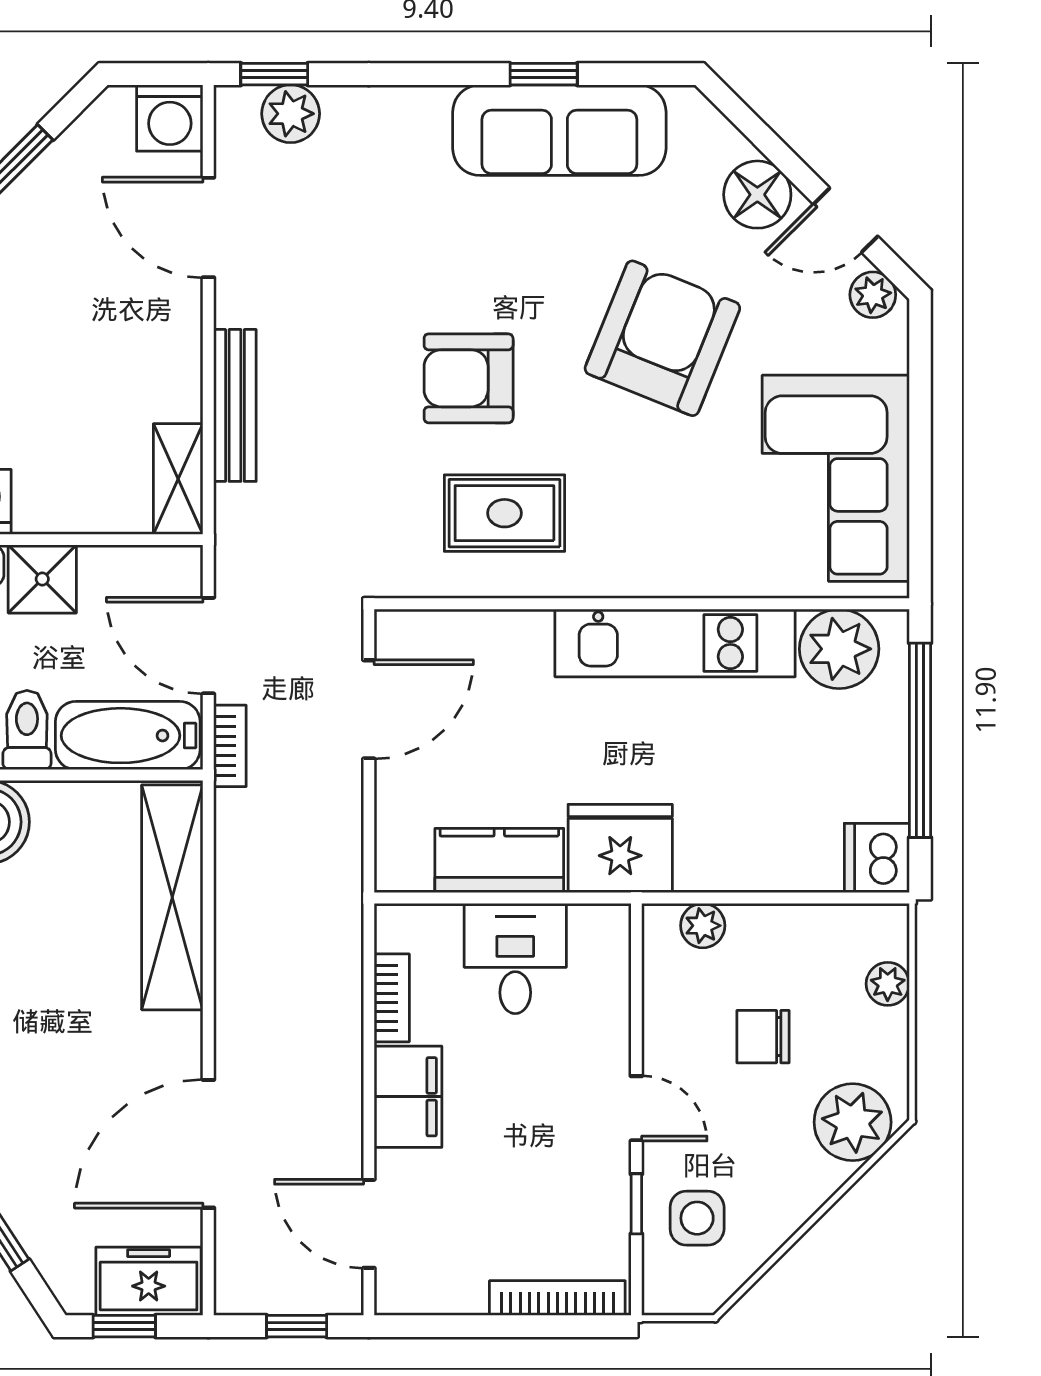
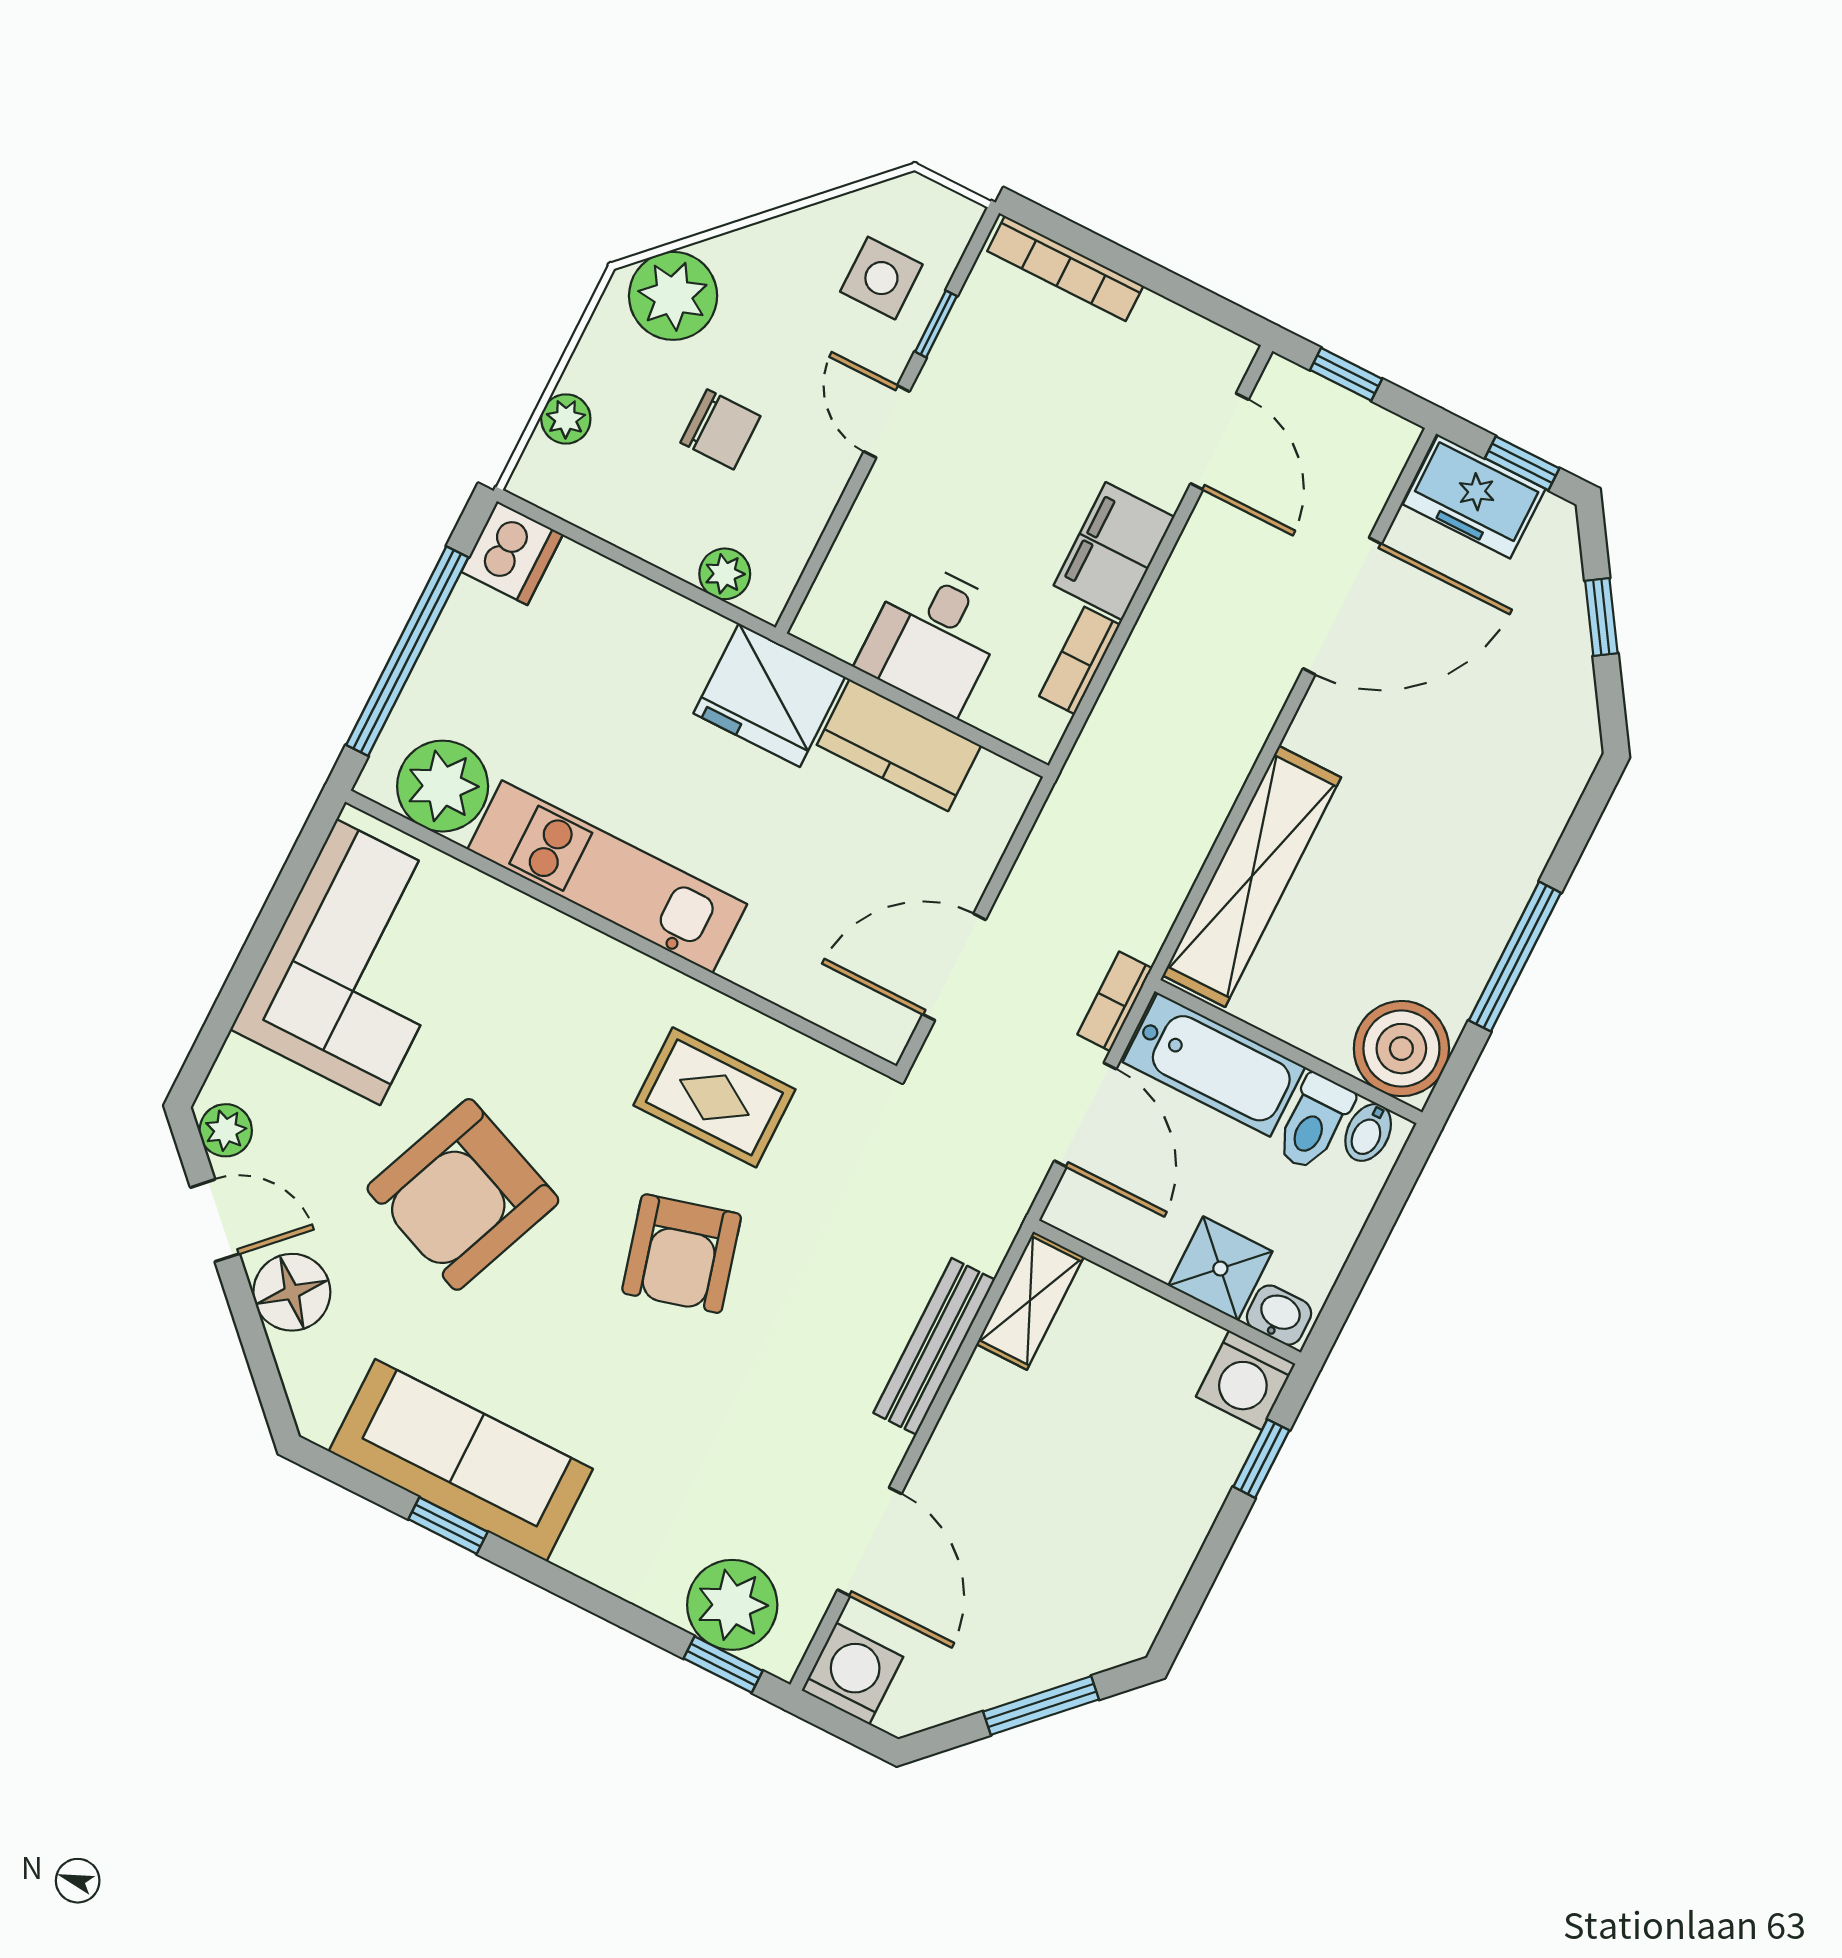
plant: (291, 114) -> (732, 1605), width x1.36, depth x1.36
armchair: (469, 378) -> (682, 1254), turned 75

